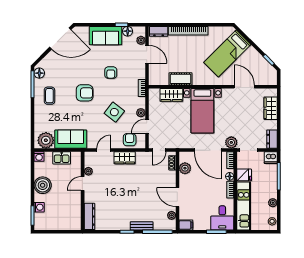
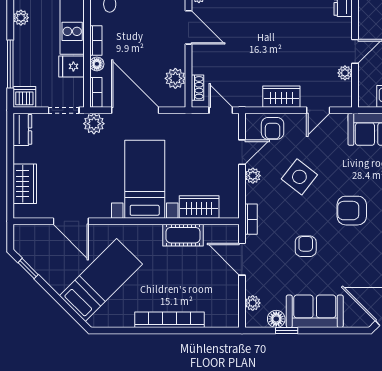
dresser: (159, 31) -> (222, 319), removed
door: (147, 54) -> (242, 259), moved
door: (159, 150) -> (221, 110), hinge flipped

